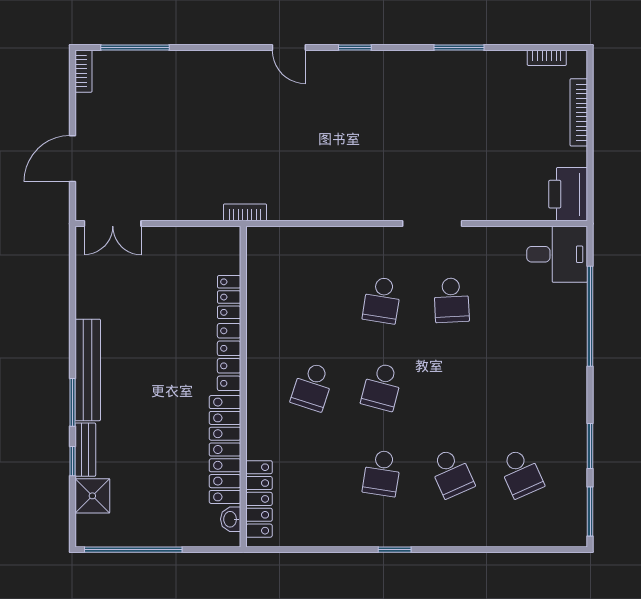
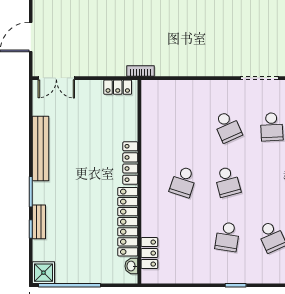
locker: (229, 297) -> (118, 87), moved, turned -90
school desk: (382, 300) -> (227, 127), turned -33
bench: (88, 370) -> (41, 149), moved
school desk: (382, 387) -> (227, 182), turned -30
shower: (92, 496) -> (43, 273), moved
locker: (259, 499) -> (149, 253), width x0.66

